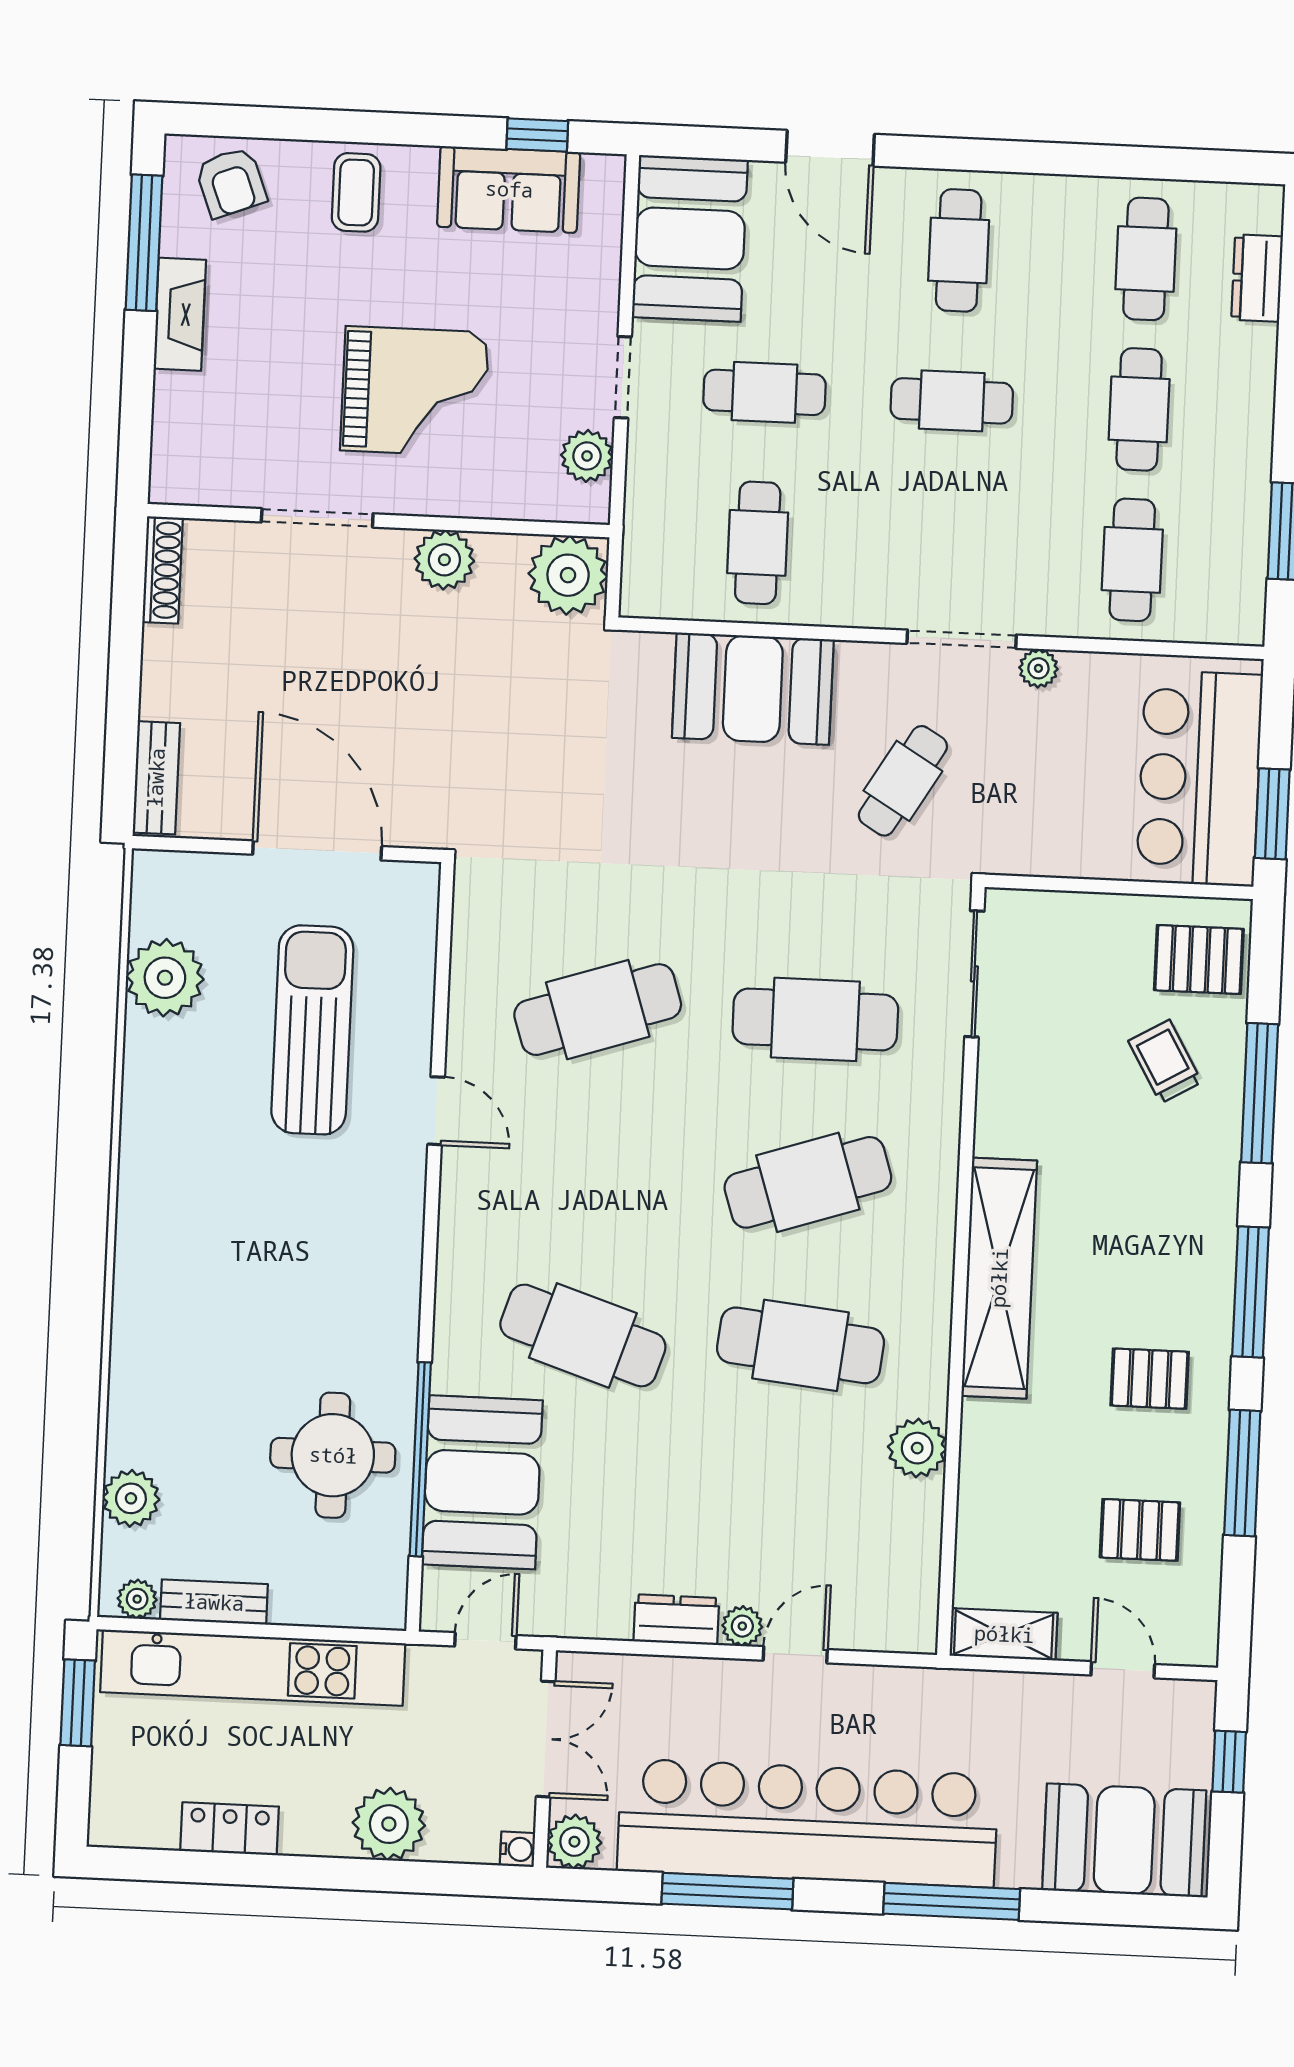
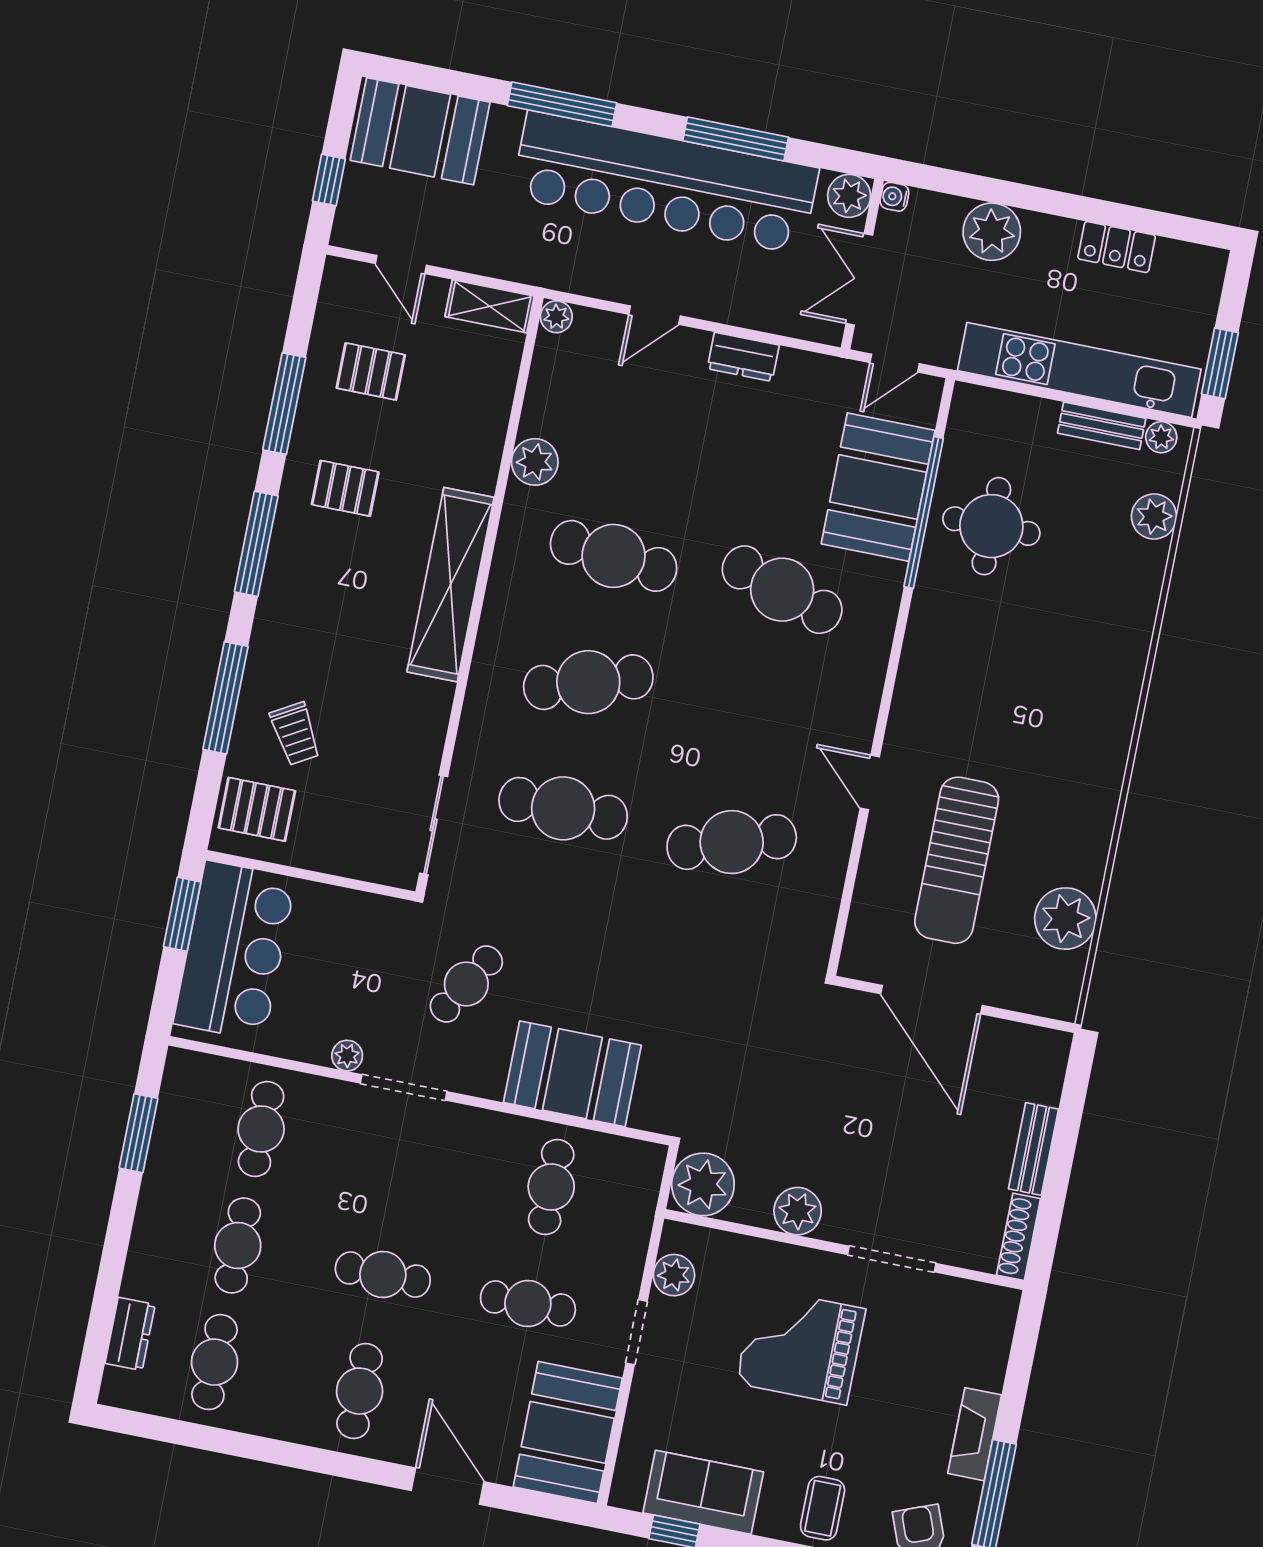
bench: (156, 778) -> (1033, 1149), moved
plant: (742, 1626) -> (556, 317), moved

